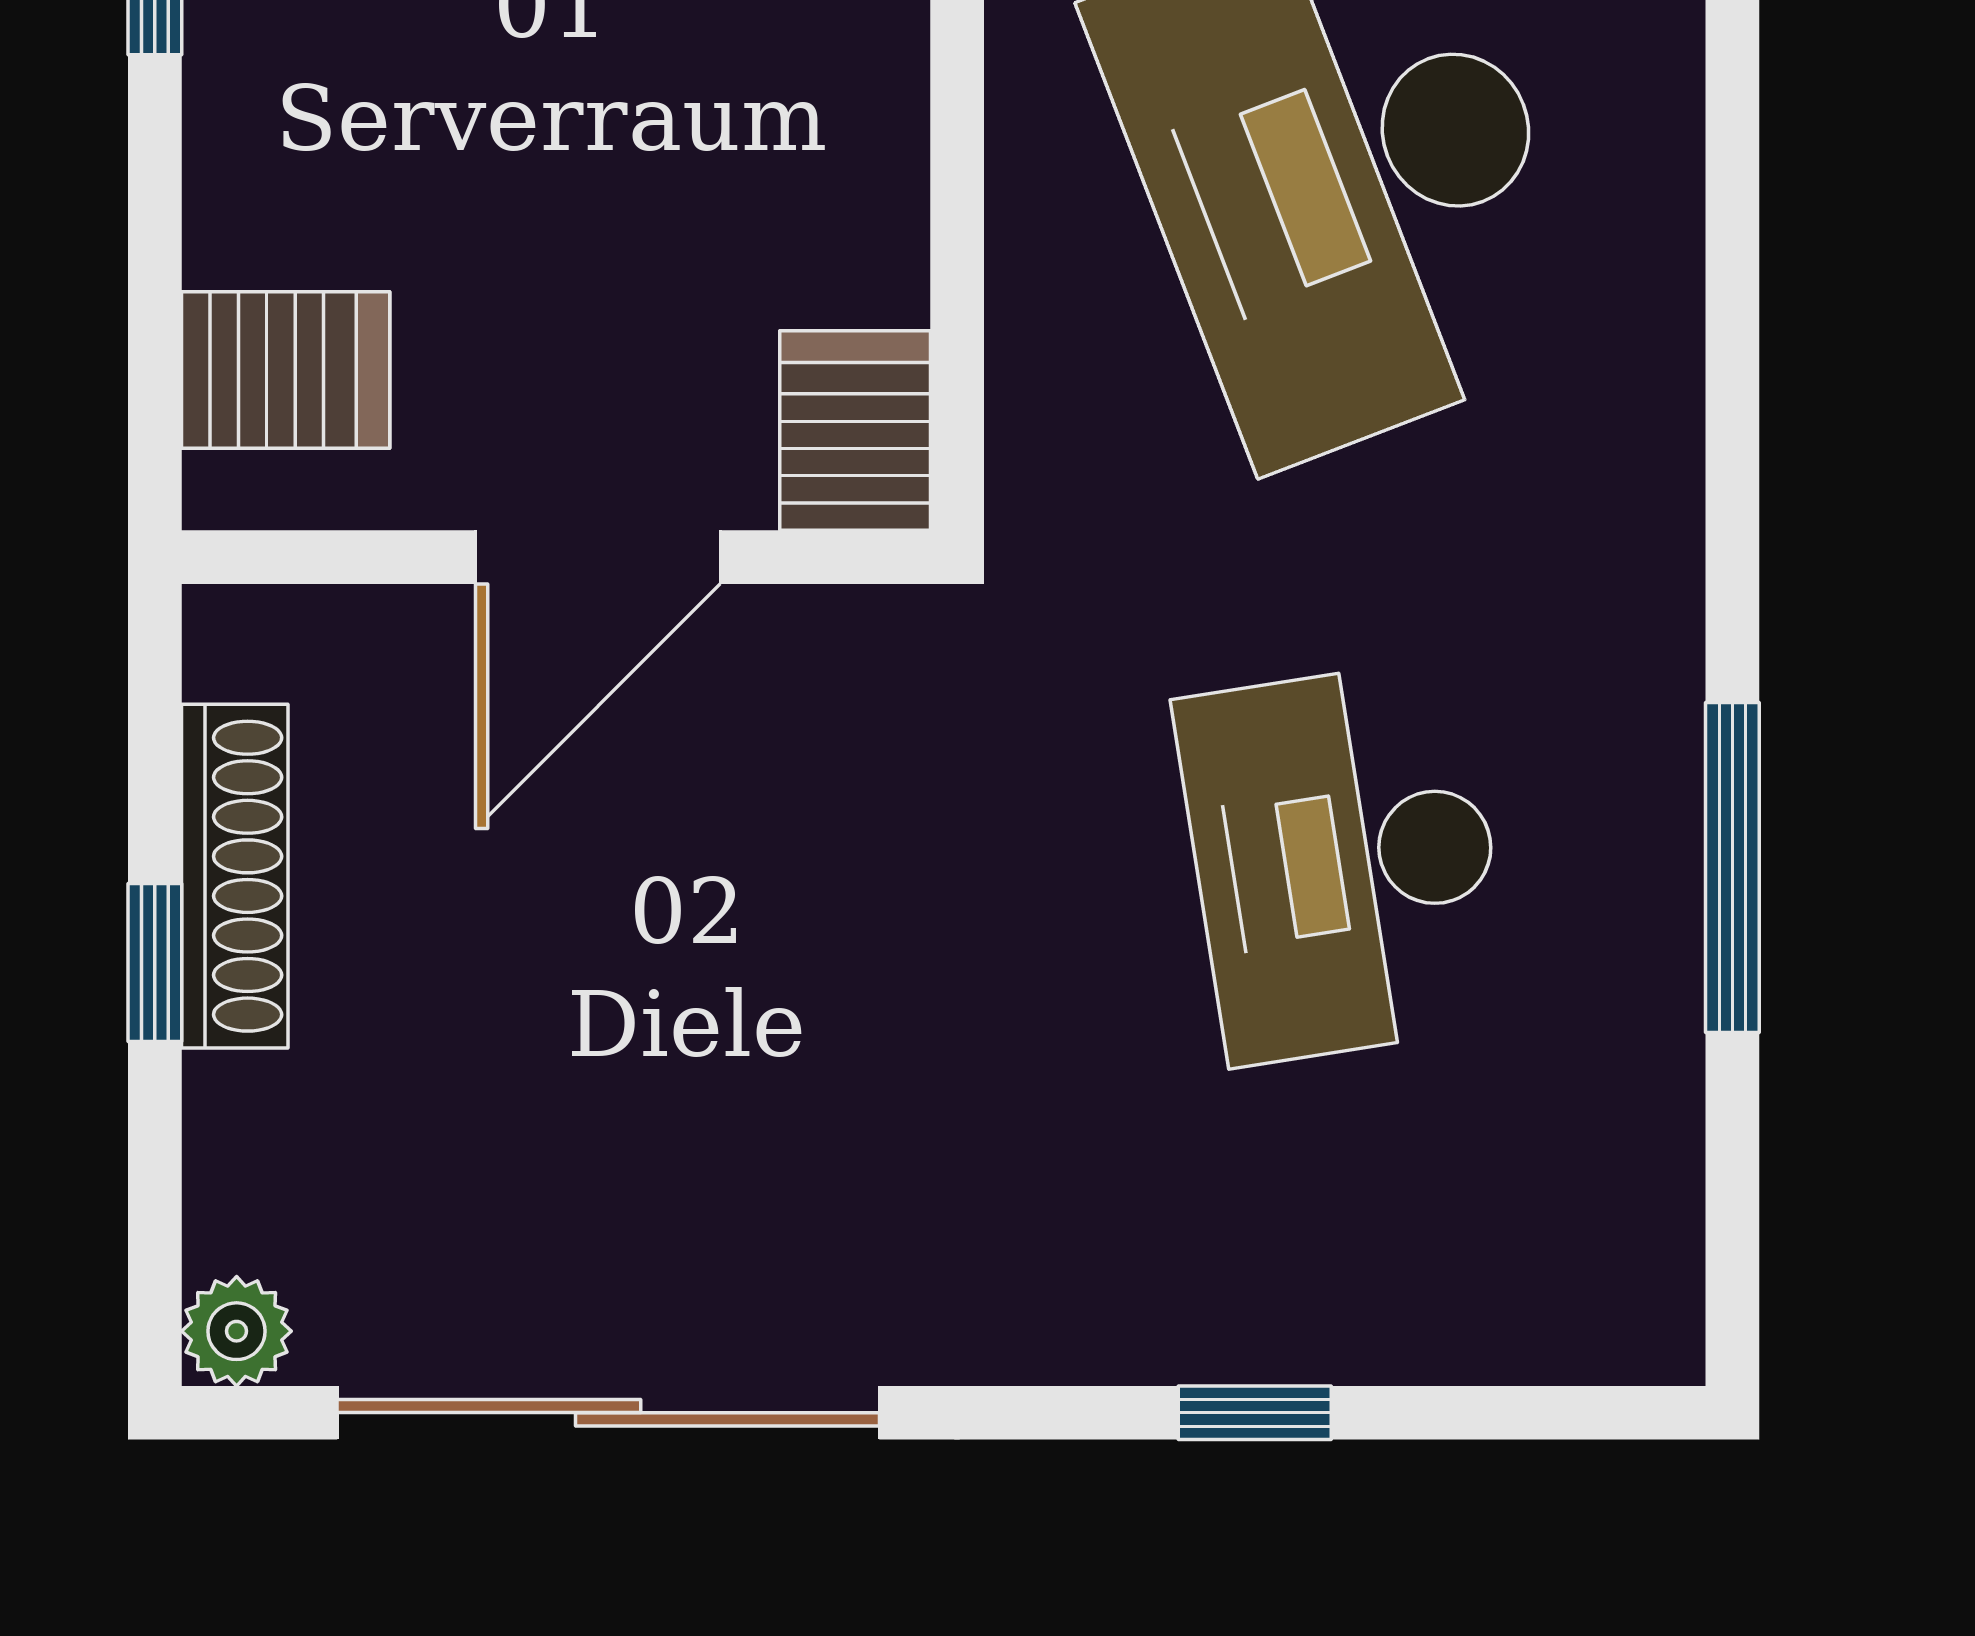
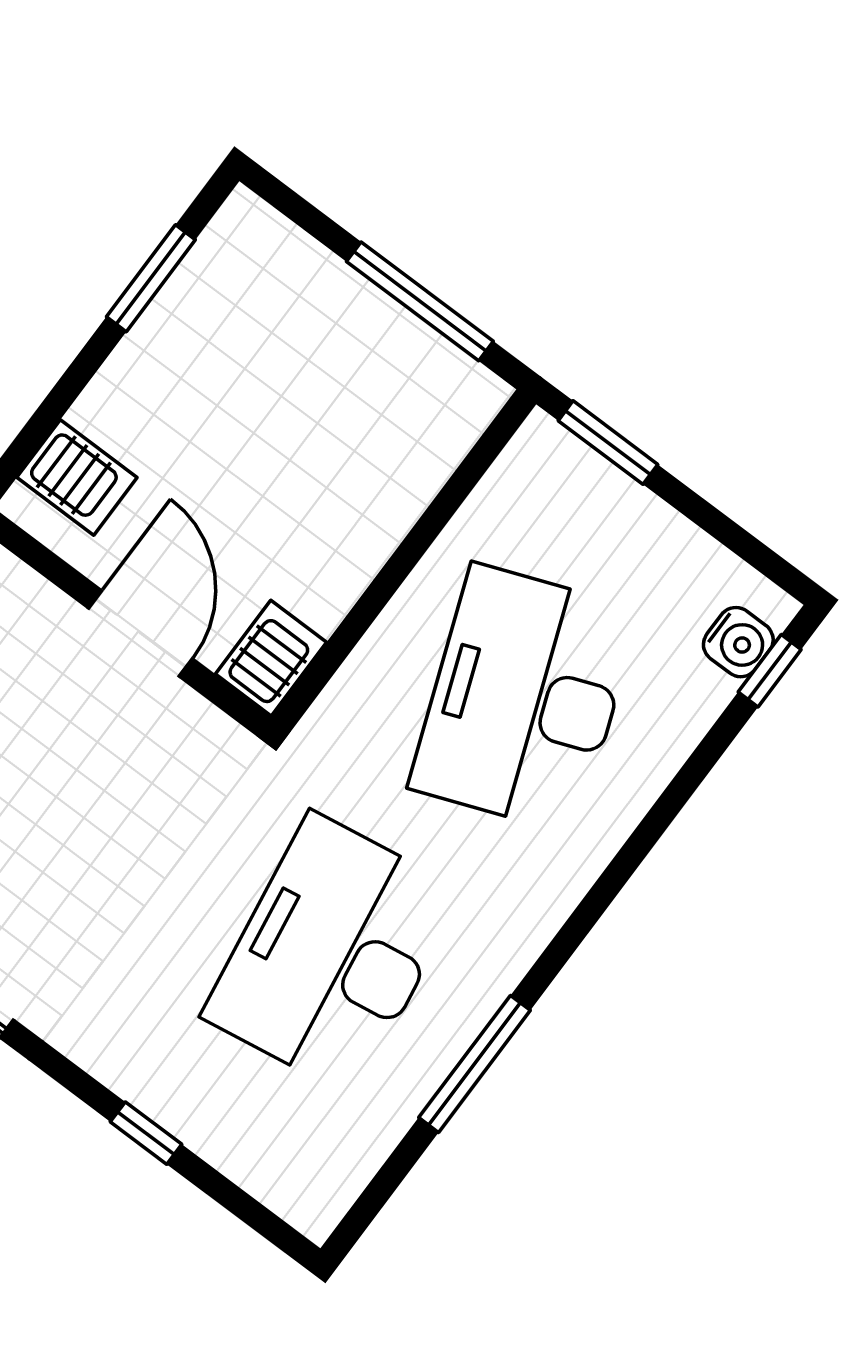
door: (598, 557) -> (141, 634), swing flipped
desk: (1345, 862) -> (333, 954), width x1.36, depth x1.30

